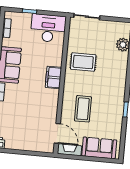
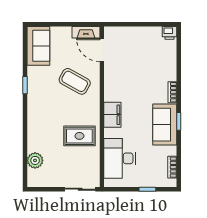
desk: (48, 28) -> (120, 158), moved, turned 90
coffee table: (83, 109) -> (75, 81), turned -61
sofa: (99, 148) -> (38, 46), moved, turned -90

